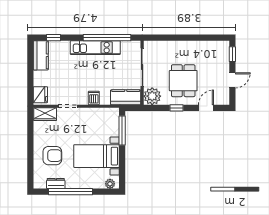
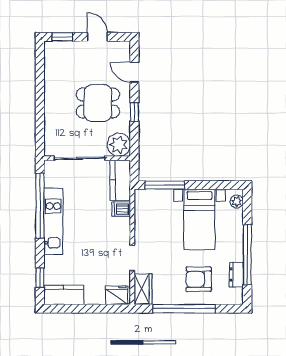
dishwasher: (94, 98) -> (121, 209), moved
window: (30, 145) -> (184, 309), added
armchair: (52, 156) -> (199, 279), turned -90

